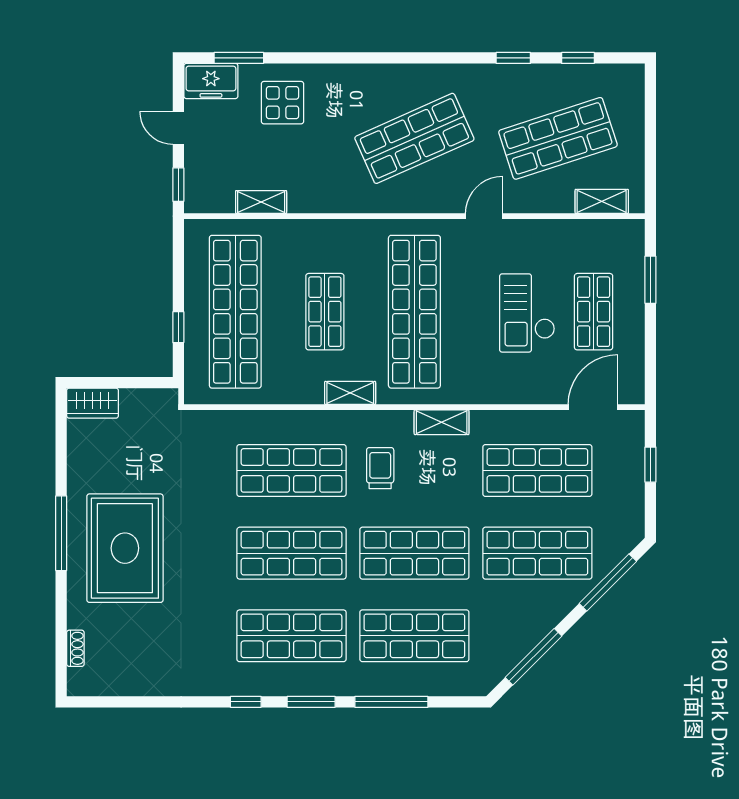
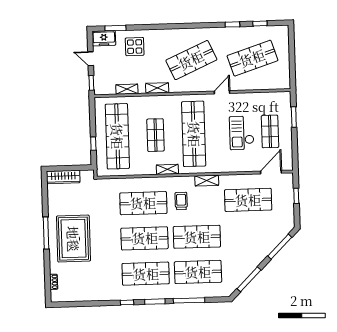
shelving: (602, 201) -> (157, 88), moved
wardrobe: (92, 403) -> (63, 177), width x1.50
shop shelf: (537, 553) -> (249, 235), removed

